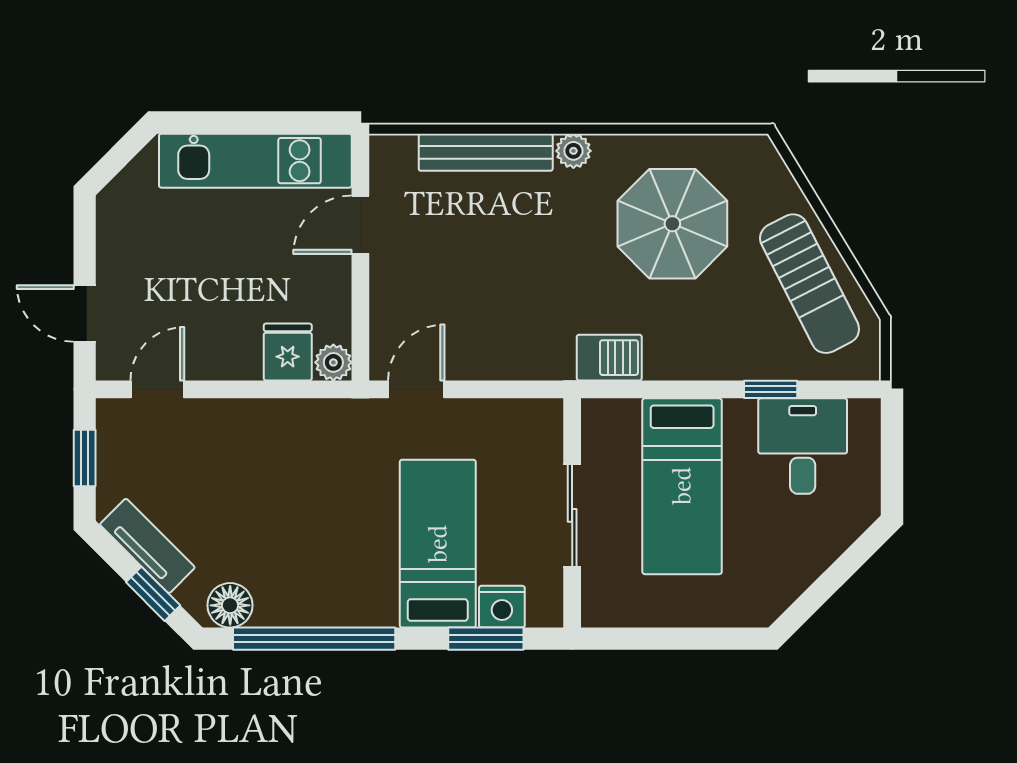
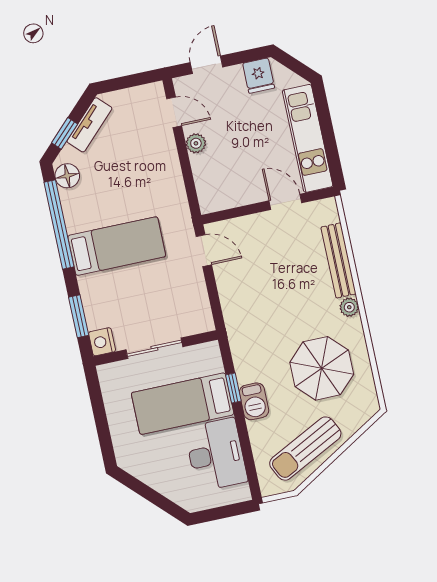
fridge: (288, 352) -> (259, 76), moved, turned 90
barbecue: (609, 358) -> (254, 401), moved
plant: (333, 362) -> (196, 143), moved
window: (771, 389) -> (233, 388), moved
desk: (803, 446) -> (216, 455), width x1.37
window: (85, 458) -> (129, 81), removed
bed: (438, 544) -> (117, 246), moved
nightstand: (502, 607) -> (102, 342), moved

